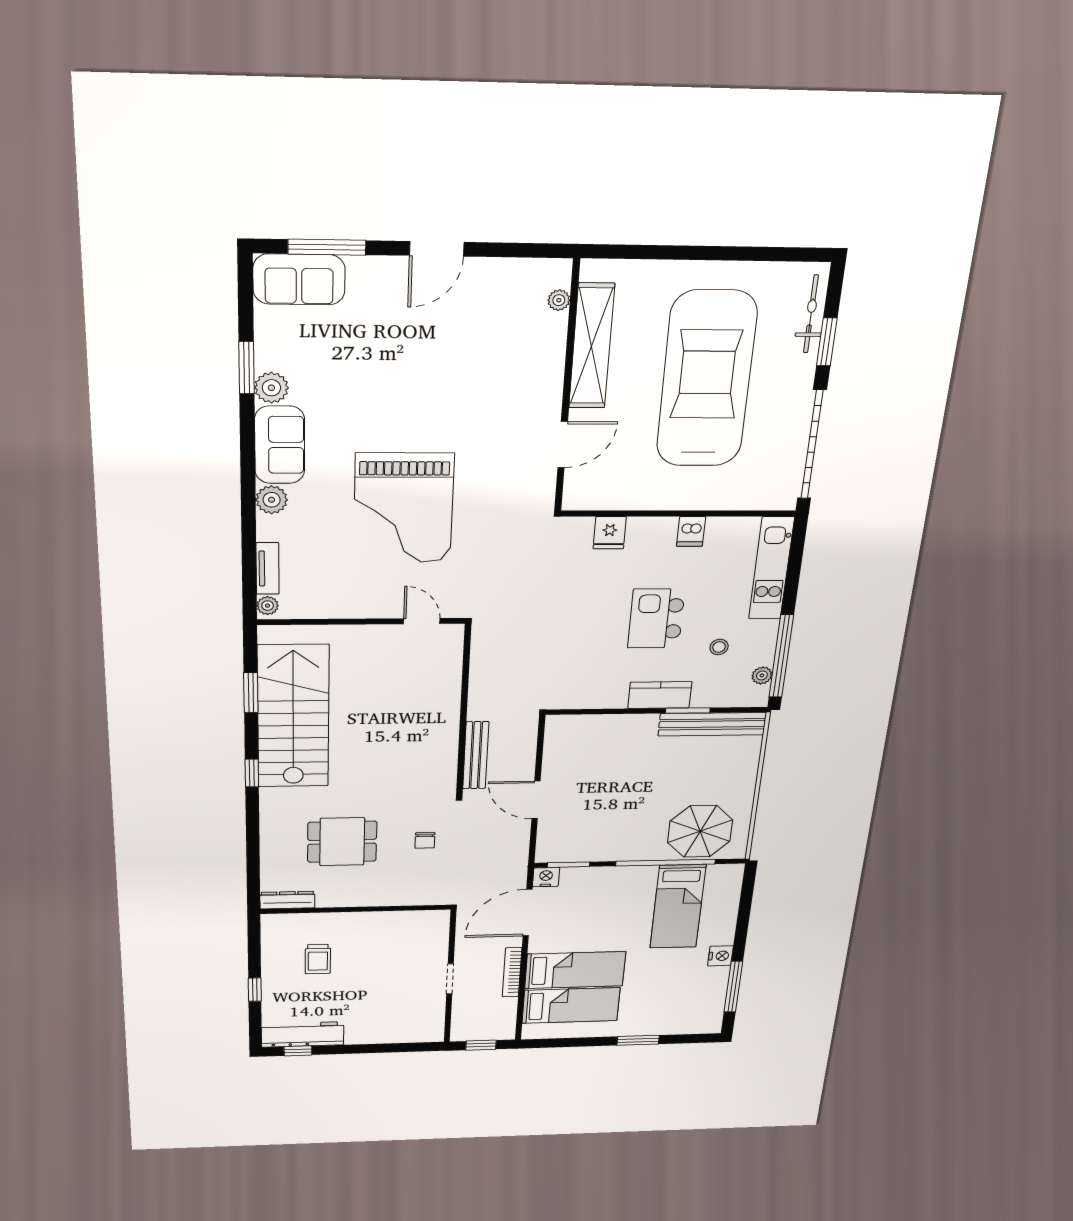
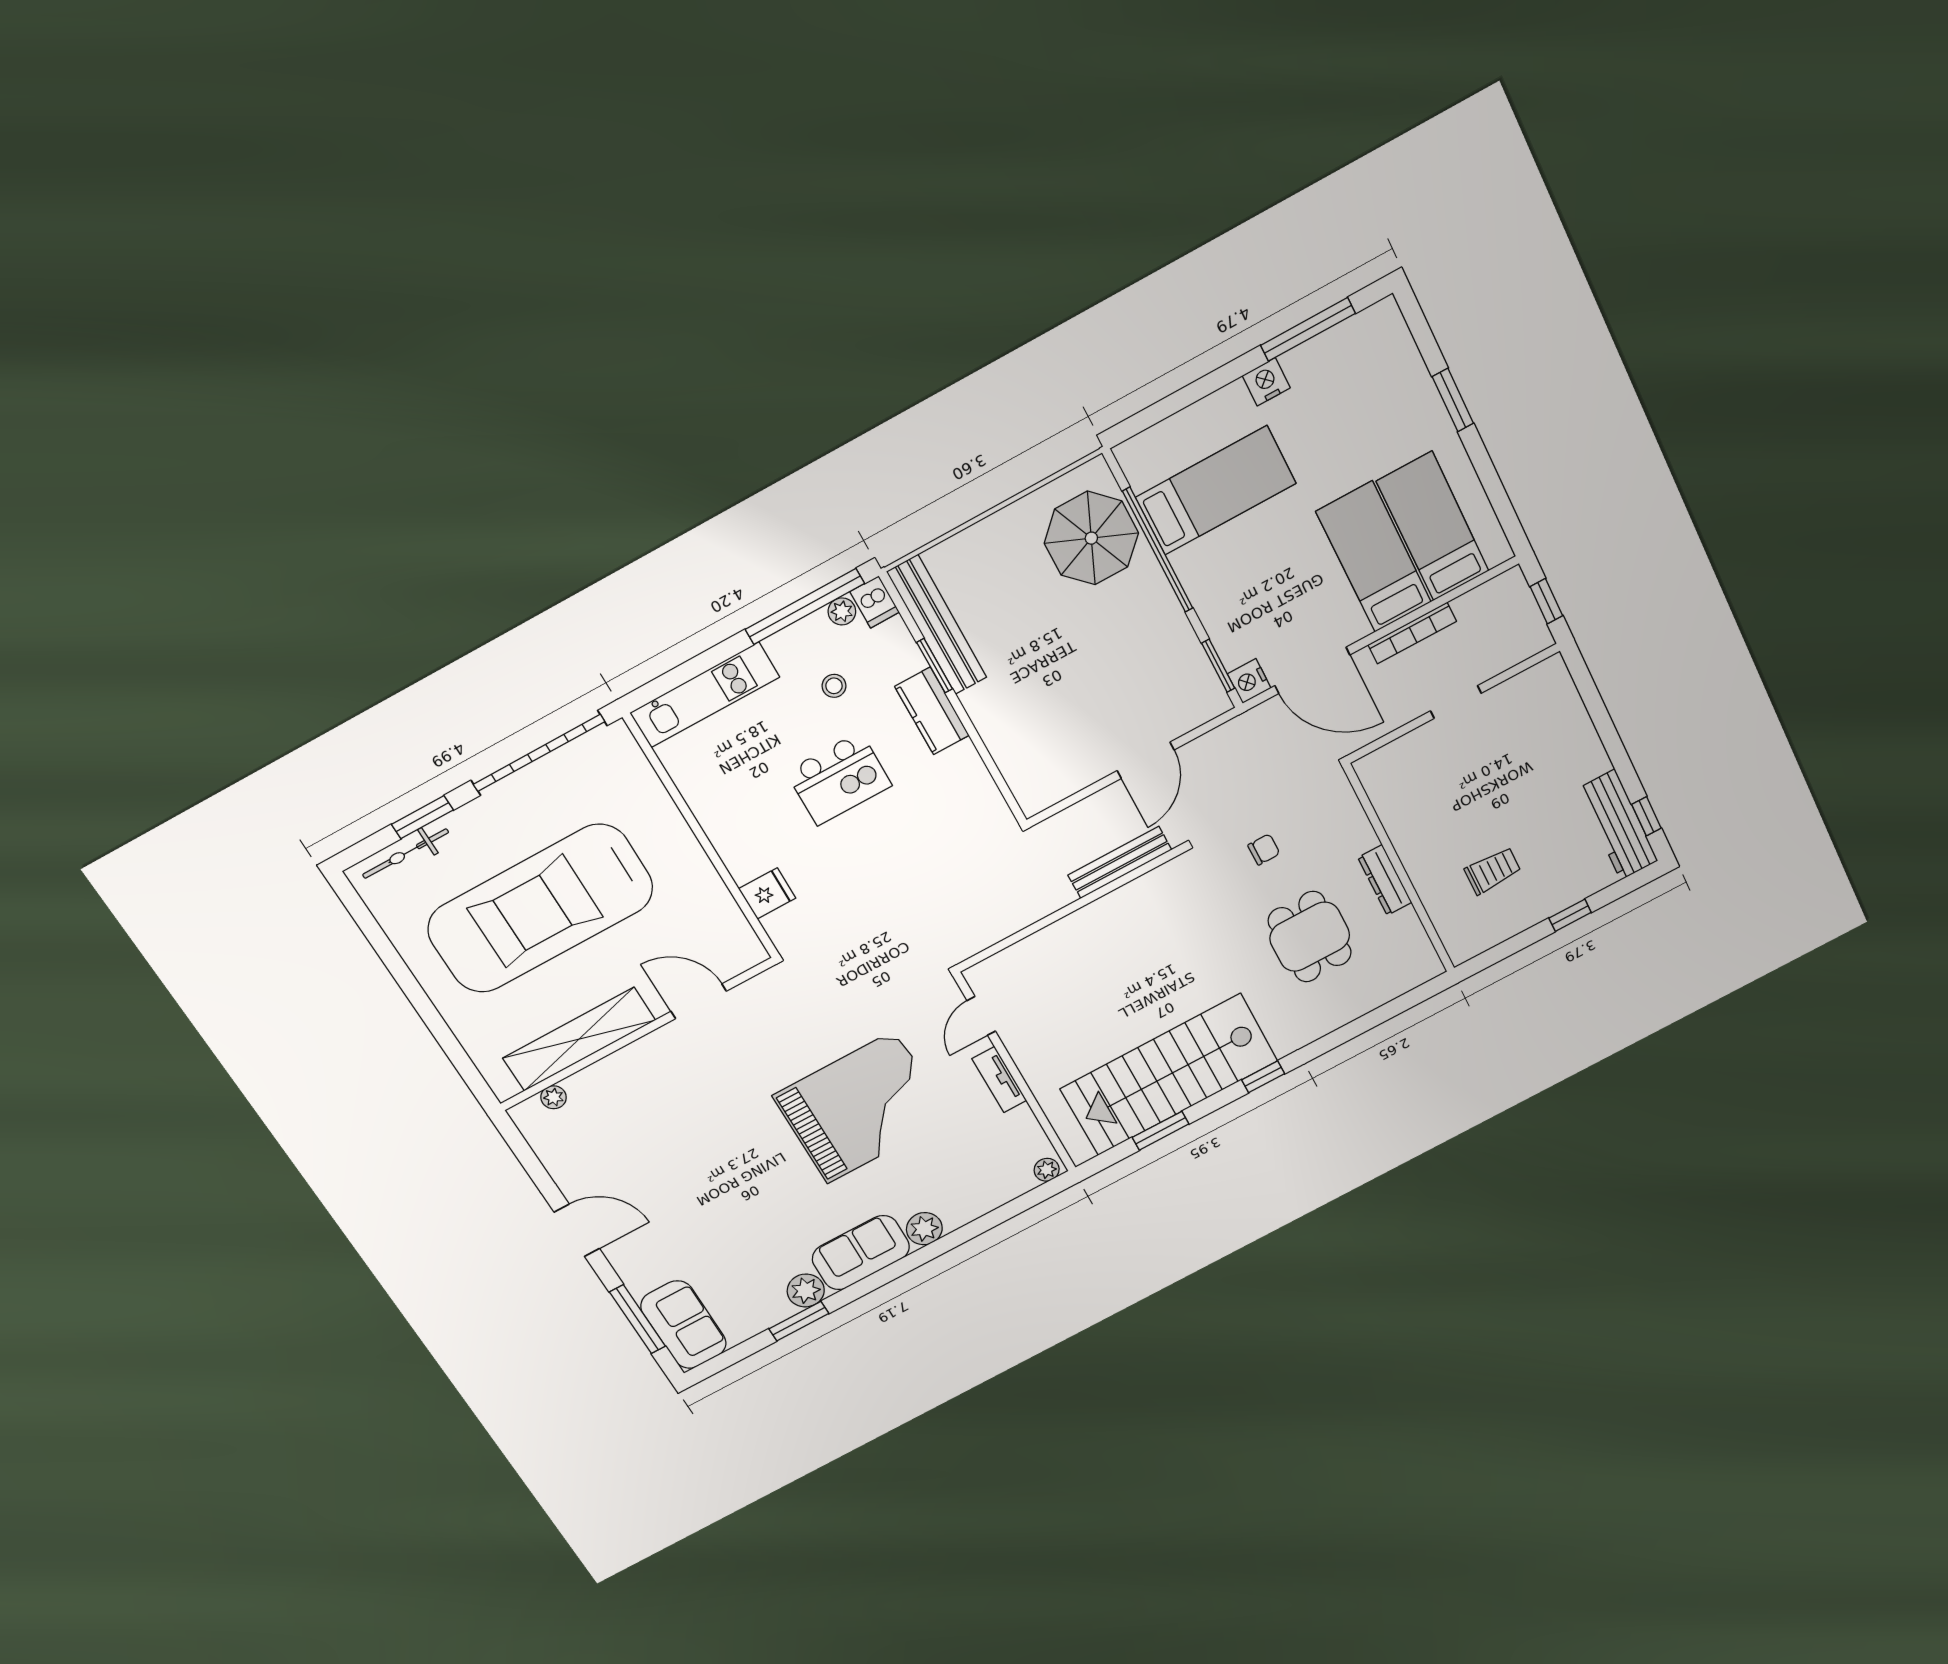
dishwasher: (691, 532) -> (875, 602), moved, turned 90
tv unit: (268, 568) -> (999, 1080), moved, turned -90
dresser: (287, 900) -> (1385, 880), moved

